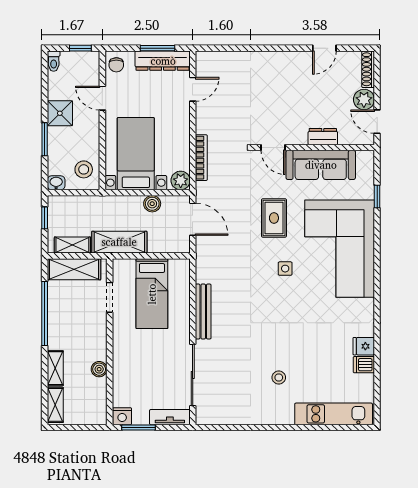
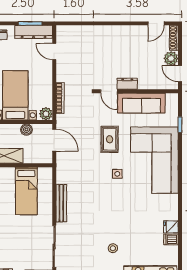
door: (324, 48) -> (156, 23), moved
door: (193, 89) -> (54, 52), swing flipped
dresser: (323, 137) -> (127, 84), moved

